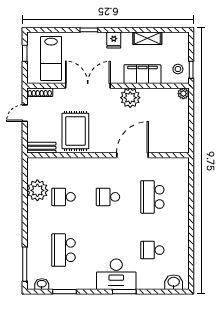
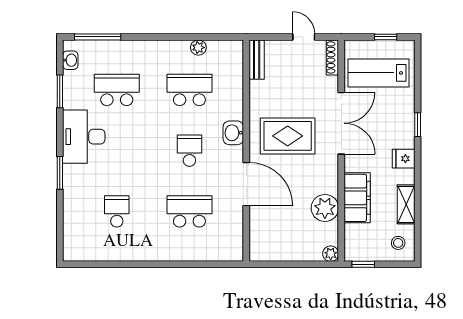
stool: (178, 69) -> (398, 243), moved
plant: (130, 98) -> (325, 208), moved
rug: (75, 131) -> (288, 136), moved
plant: (37, 190) -> (198, 48), width x0.53, depth x0.53
school desk: (63, 197) -> (189, 90), width x1.85
desk: (116, 274) -> (84, 137), moved
washbasin: (174, 282) -> (233, 133), moved, turned 180

